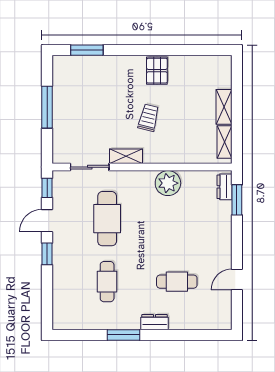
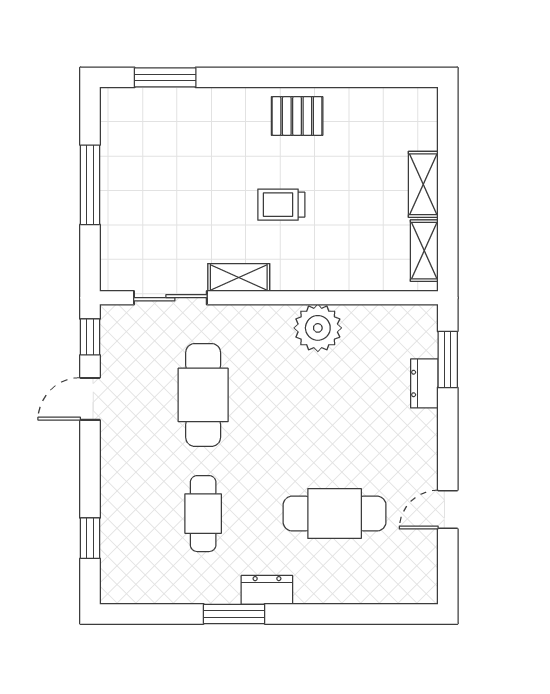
pallet: (157, 71) -> (297, 116), turned 90
trolley: (149, 118) -> (281, 205), turned -104
dresser: (224, 187) -> (424, 383), moved
window: (47, 254) -> (90, 538), moved
cafe table: (177, 282) -> (335, 514), width x1.37, depth x1.35
dresser: (155, 322) -> (267, 590), moved

